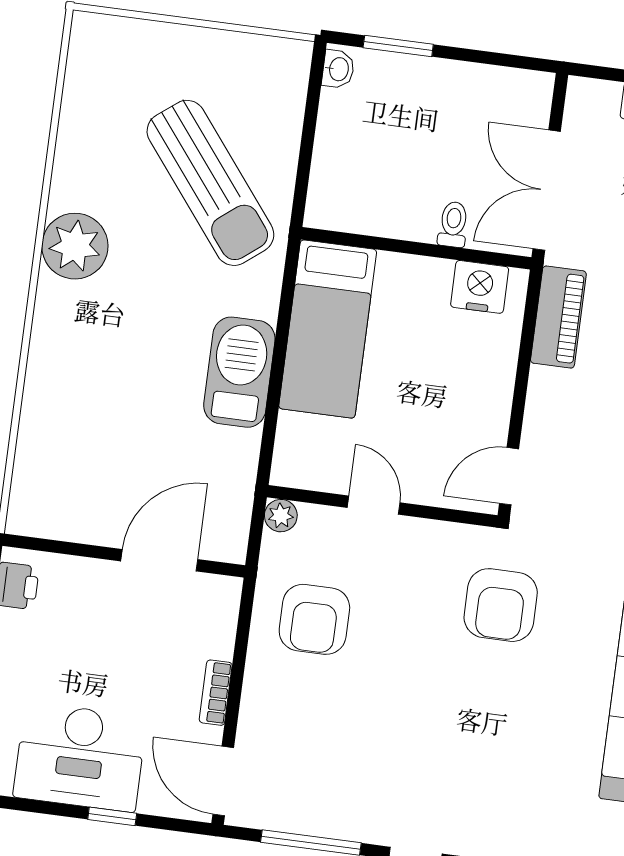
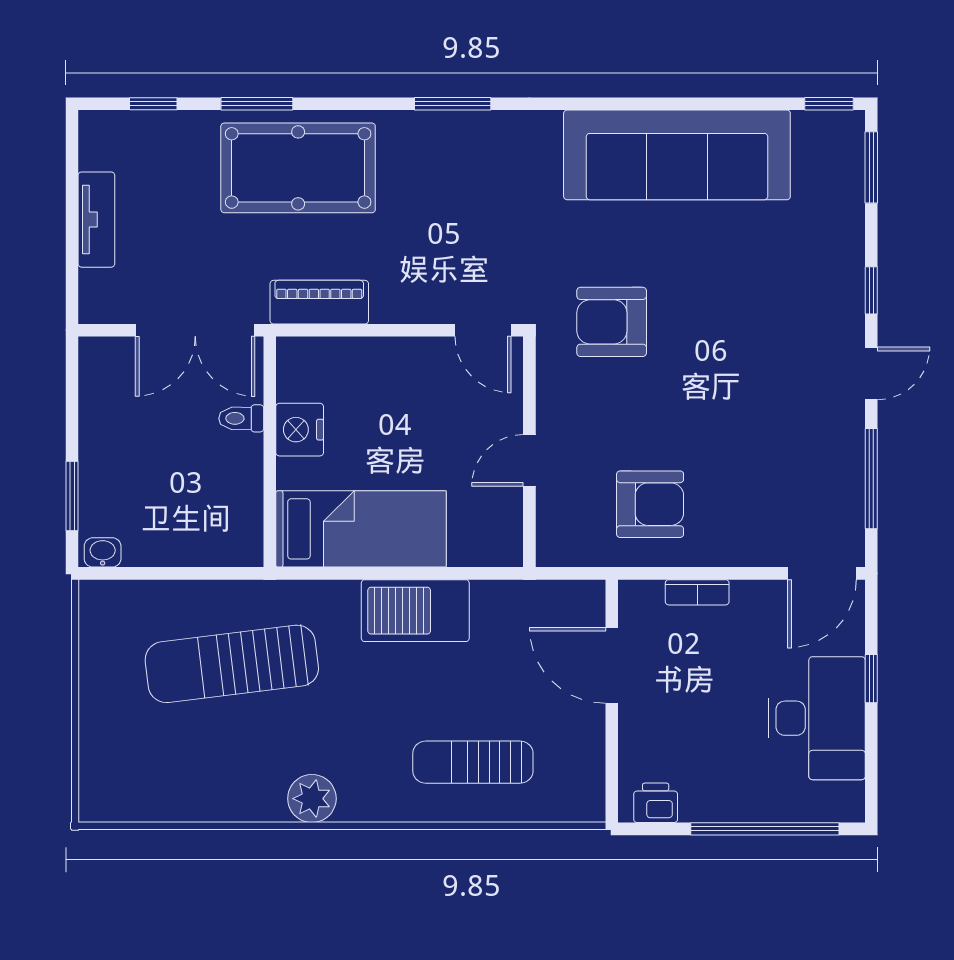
sun lounger: (210, 183) -> (232, 664), turned -149
plant: (75, 246) -> (312, 799), width x0.73, depth x0.73
nightstand: (480, 287) -> (300, 430), moved
sun lounger: (81, 410) -> (473, 762), added
plant: (281, 516) -> (552, 551), removed
armchair: (501, 605) -> (612, 322), turned 180
bookcase: (216, 693) -> (697, 592), moved

